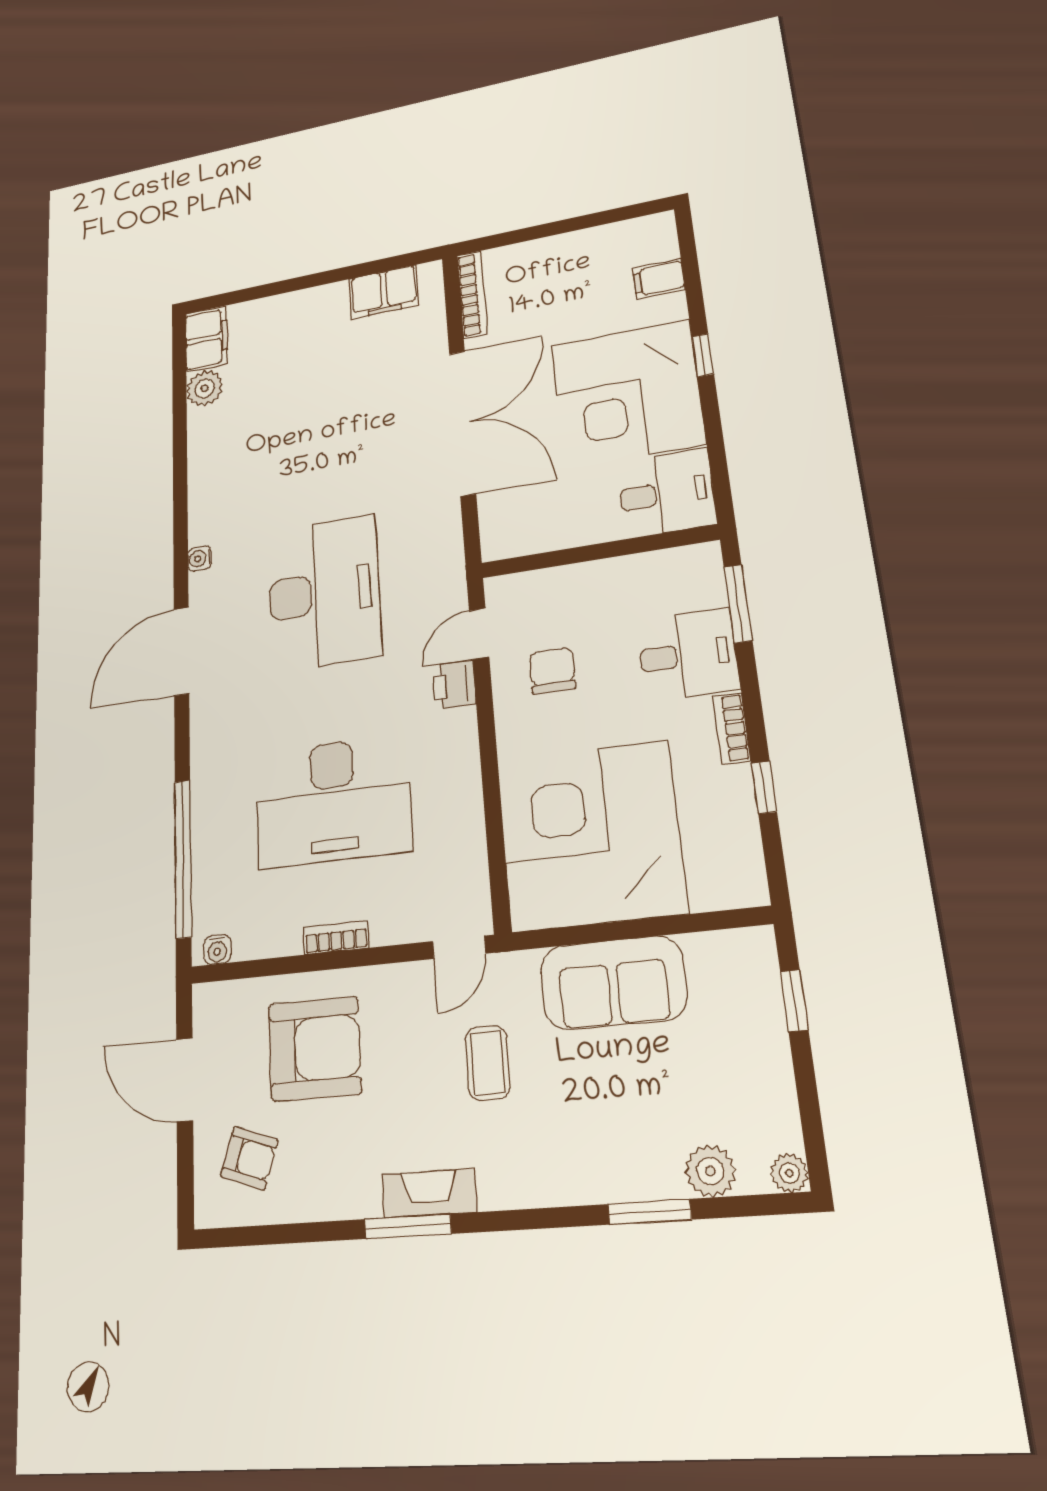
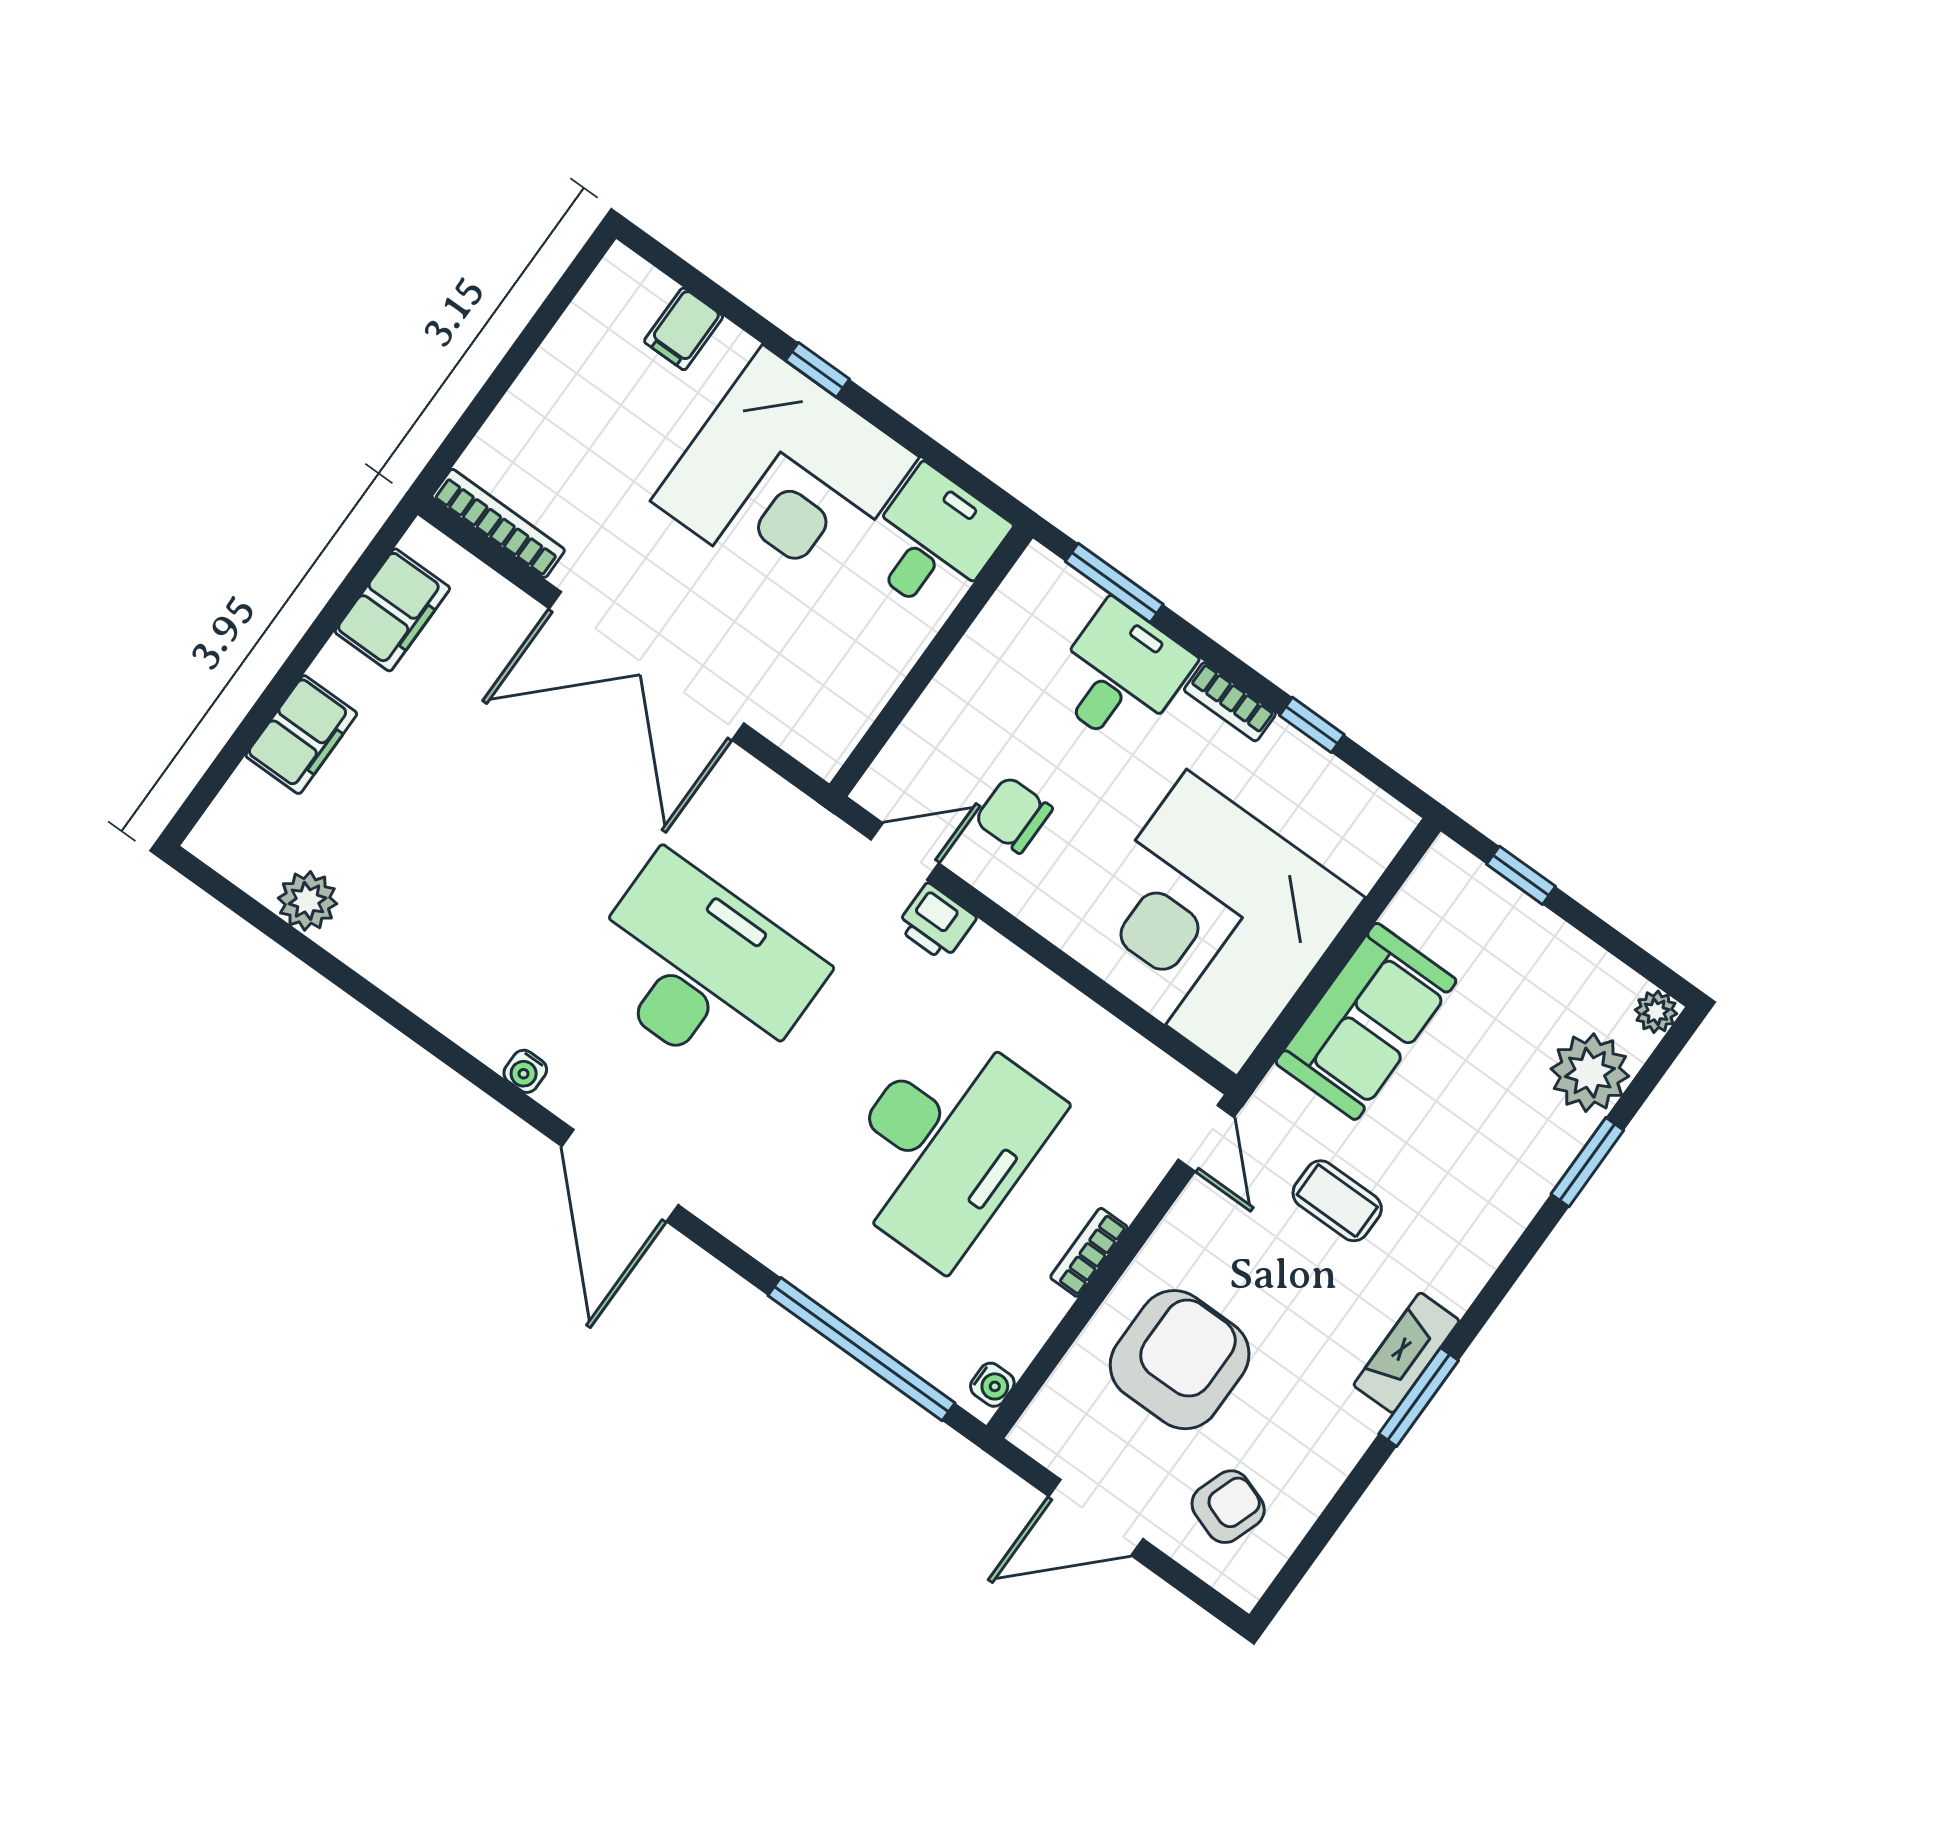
filing cabinet: (206, 339) -> (301, 735), moved, turned 90
double door: (462, 423) -> (647, 666), swing flipped
door: (479, 634) -> (905, 851), swing flipped
plant: (710, 1171) -> (1590, 1073), width x1.36, depth x1.36

